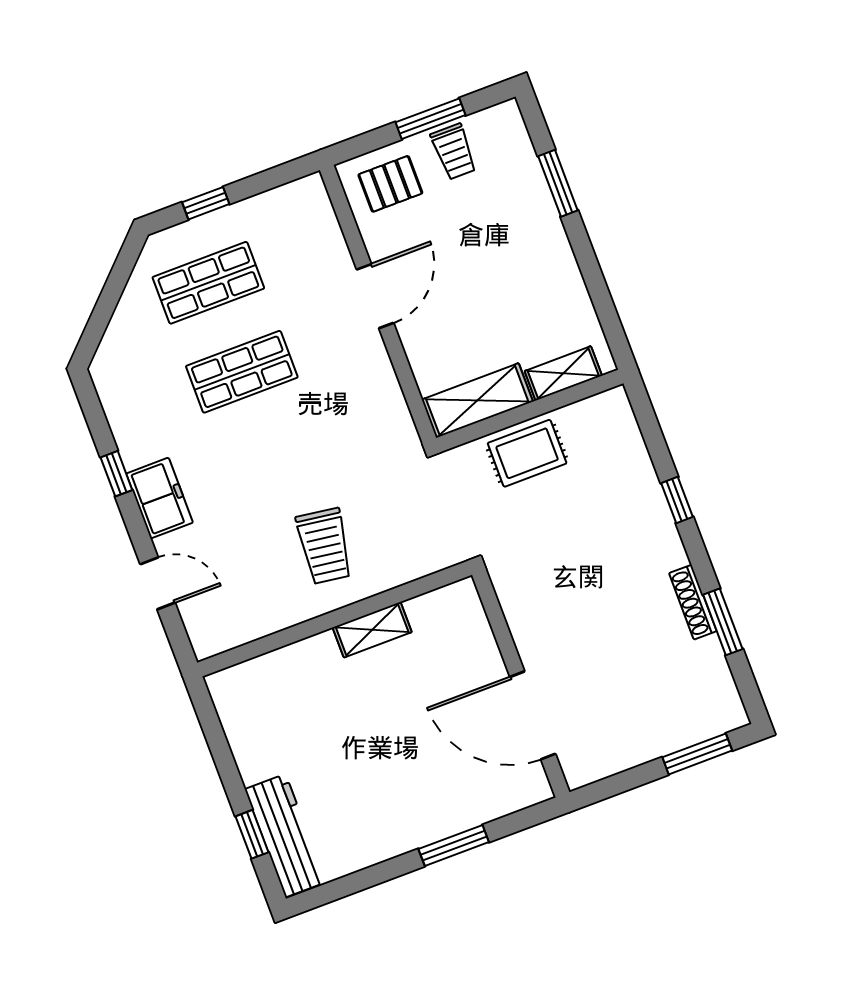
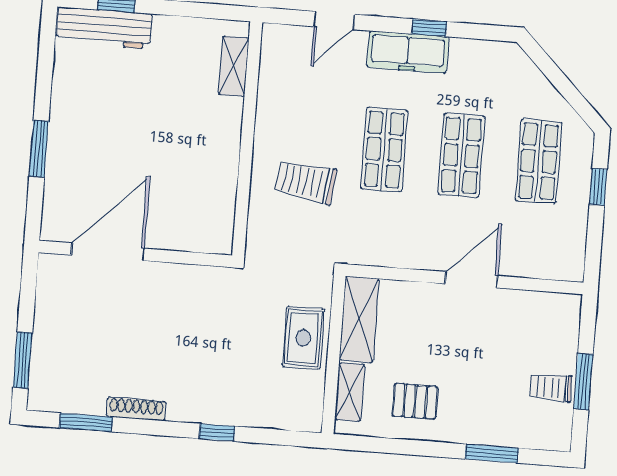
pallet: (390, 184) -> (415, 401), moved, turned 90
door: (375, 296) -> (471, 280), swing flipped
shop shelf: (275, 461) -> (384, 149), added
freezer: (159, 498) -> (408, 52), width x1.40
trolley: (324, 546) -> (306, 182), moved
window: (723, 622) -> (86, 422), moved
shelving: (372, 630) -> (234, 66), moved

